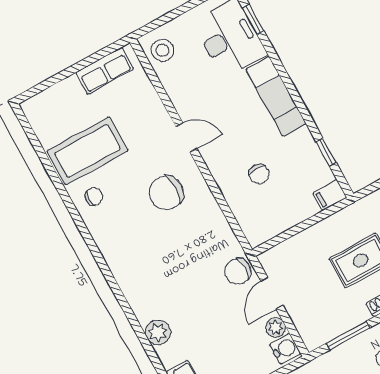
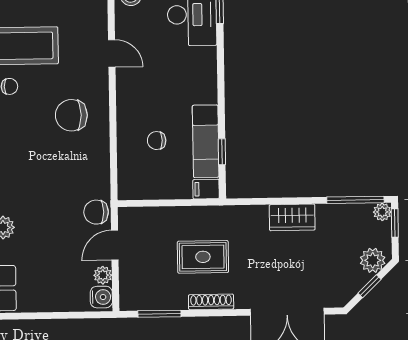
exam couch: (276, 96) -> (206, 141), moved
door: (186, 138) -> (112, 53), moved
chair: (259, 174) -> (157, 141), turned 90

